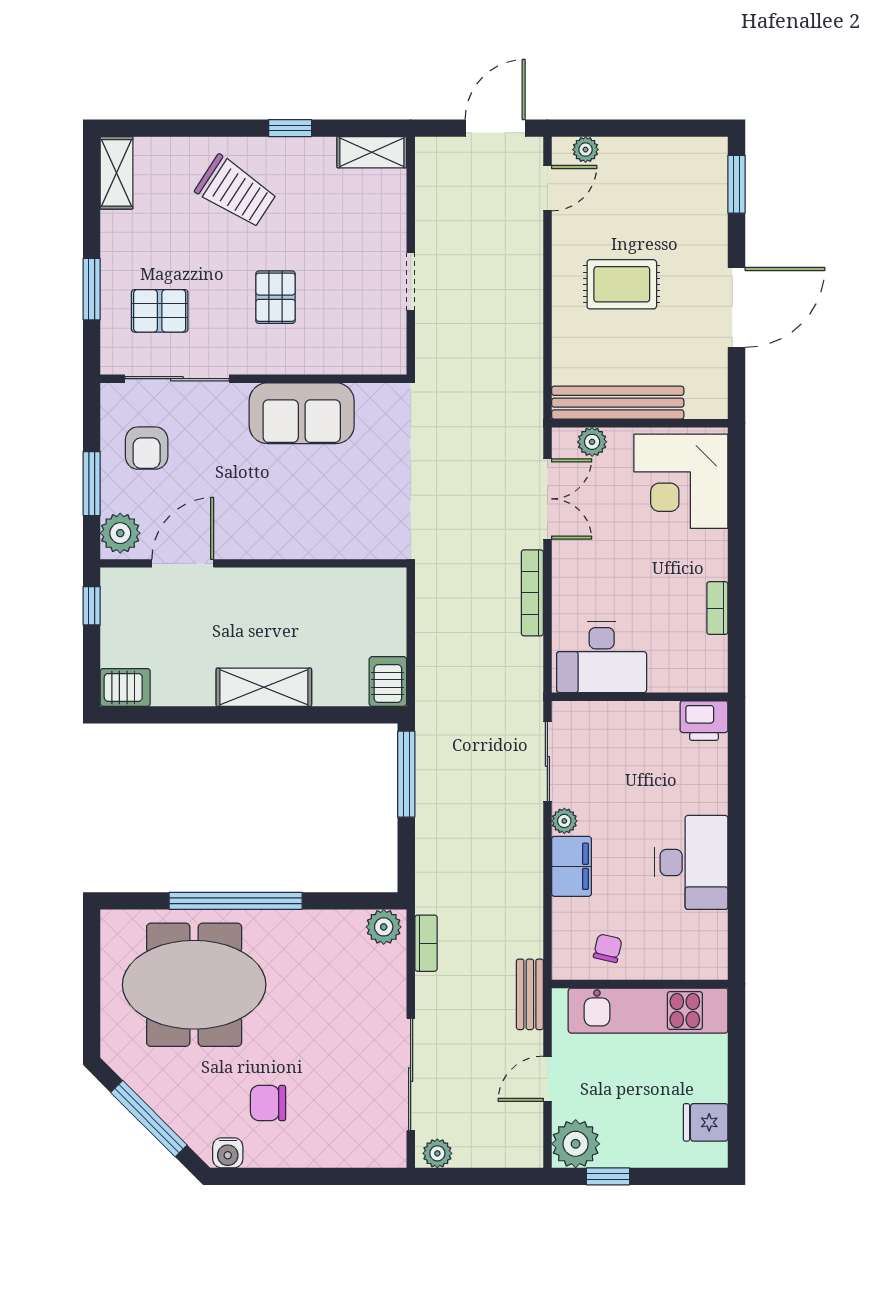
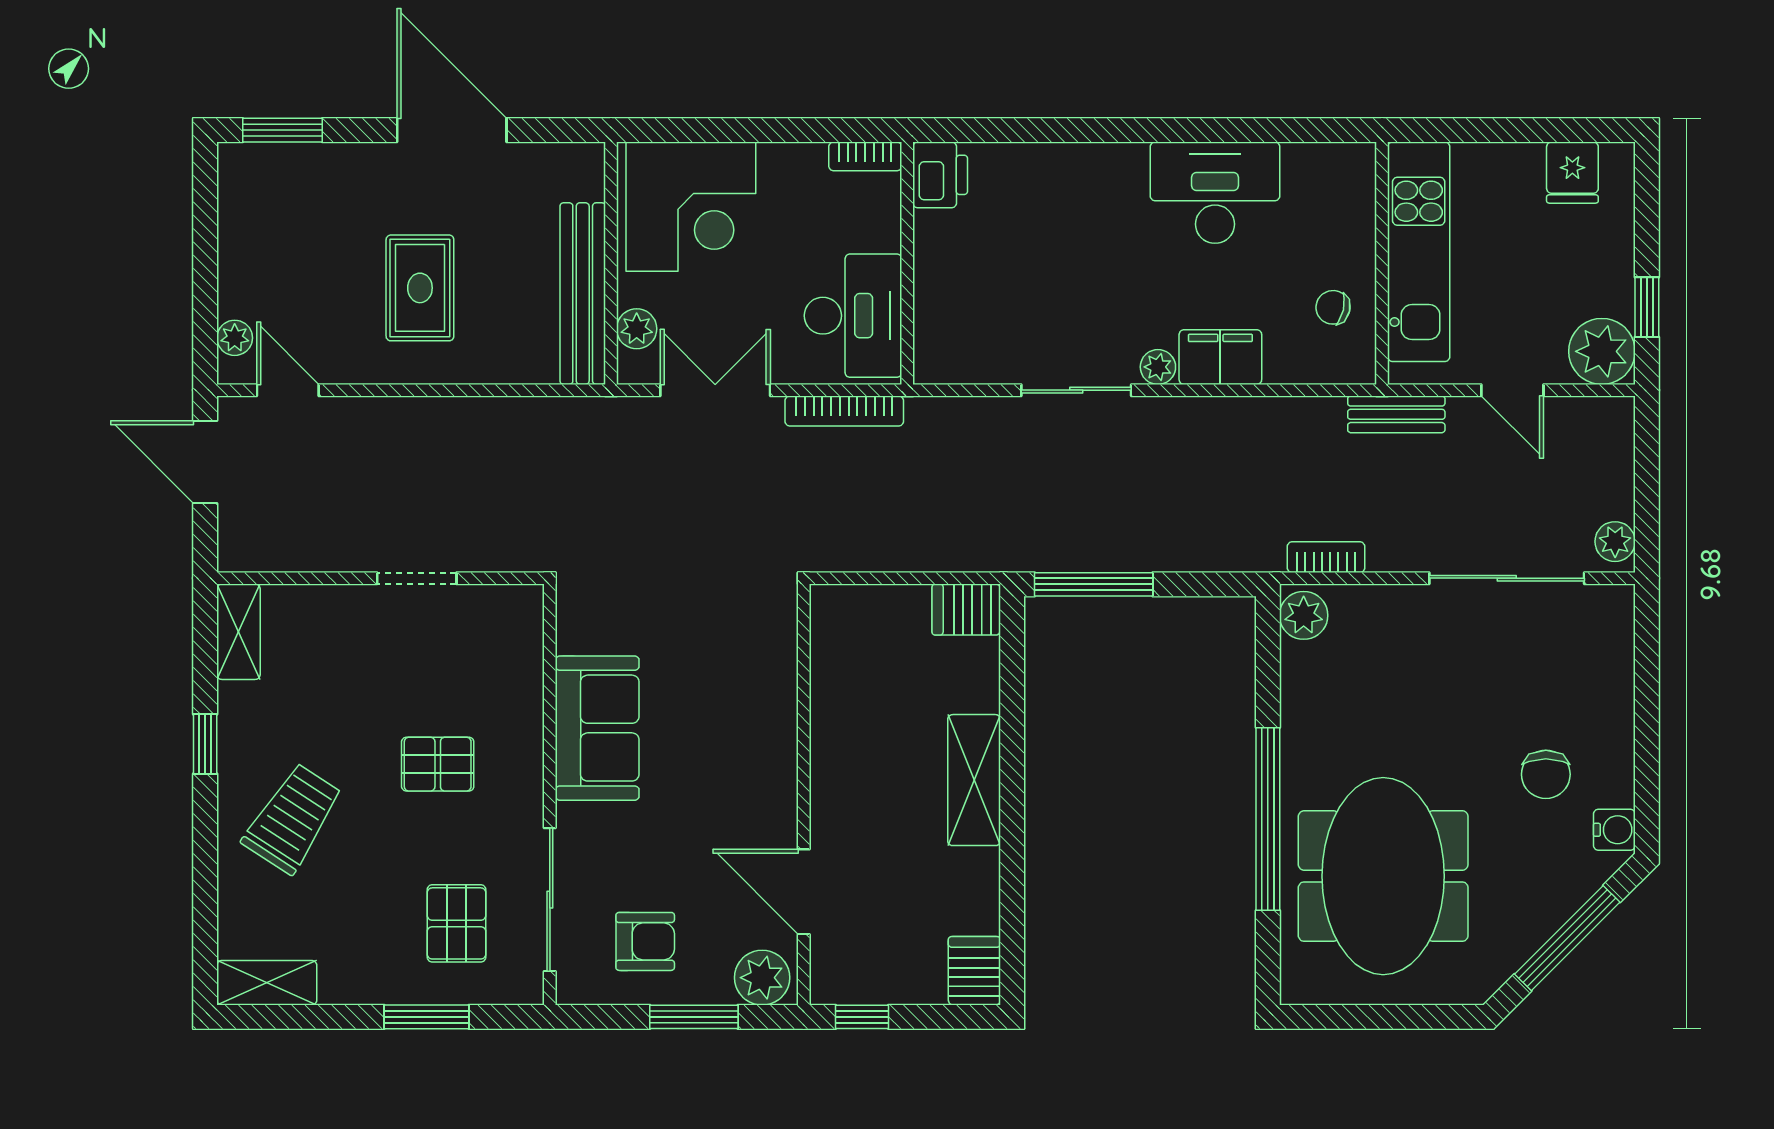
desk: (602, 657) -> (853, 316), moved
wall: (640, 697) -> (907, 263), moved
printer: (704, 721) -> (940, 175), moved

